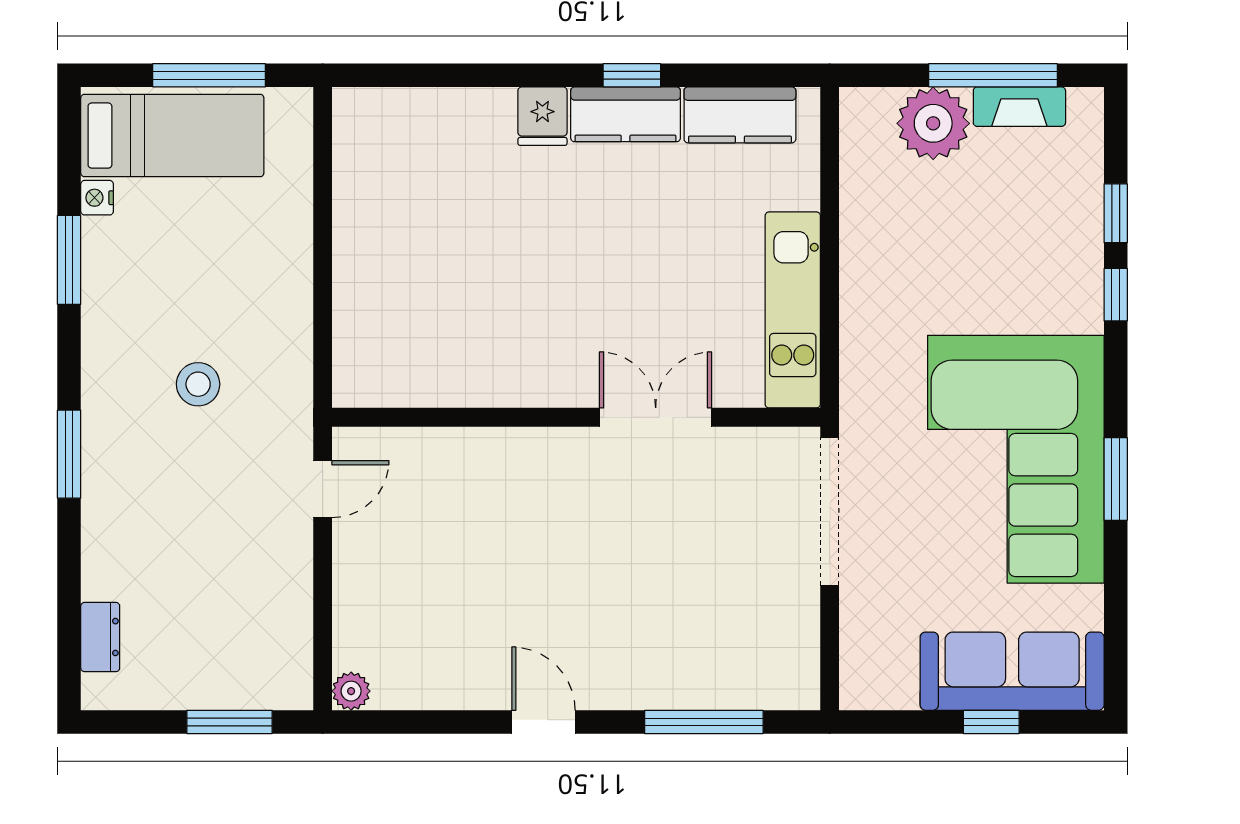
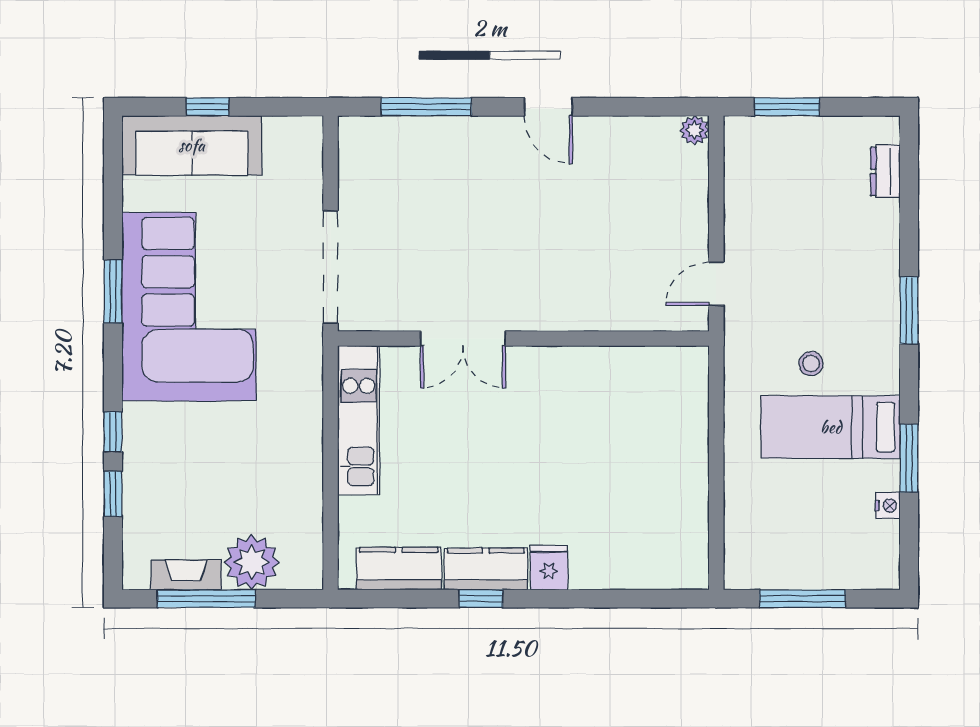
bed: (172, 136) -> (831, 427), moved
stool: (198, 384) -> (811, 364), width x0.73, depth x0.73

